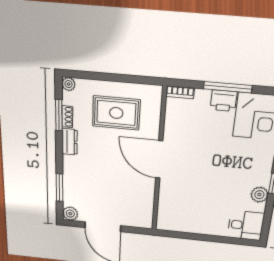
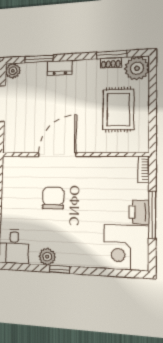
plant: (69, 84) -> (137, 68), width x1.88, depth x1.88
dresser: (70, 142) -> (60, 68), moved
door: (159, 160) -> (57, 155), moved
chair: (201, 184) -> (53, 198), added

